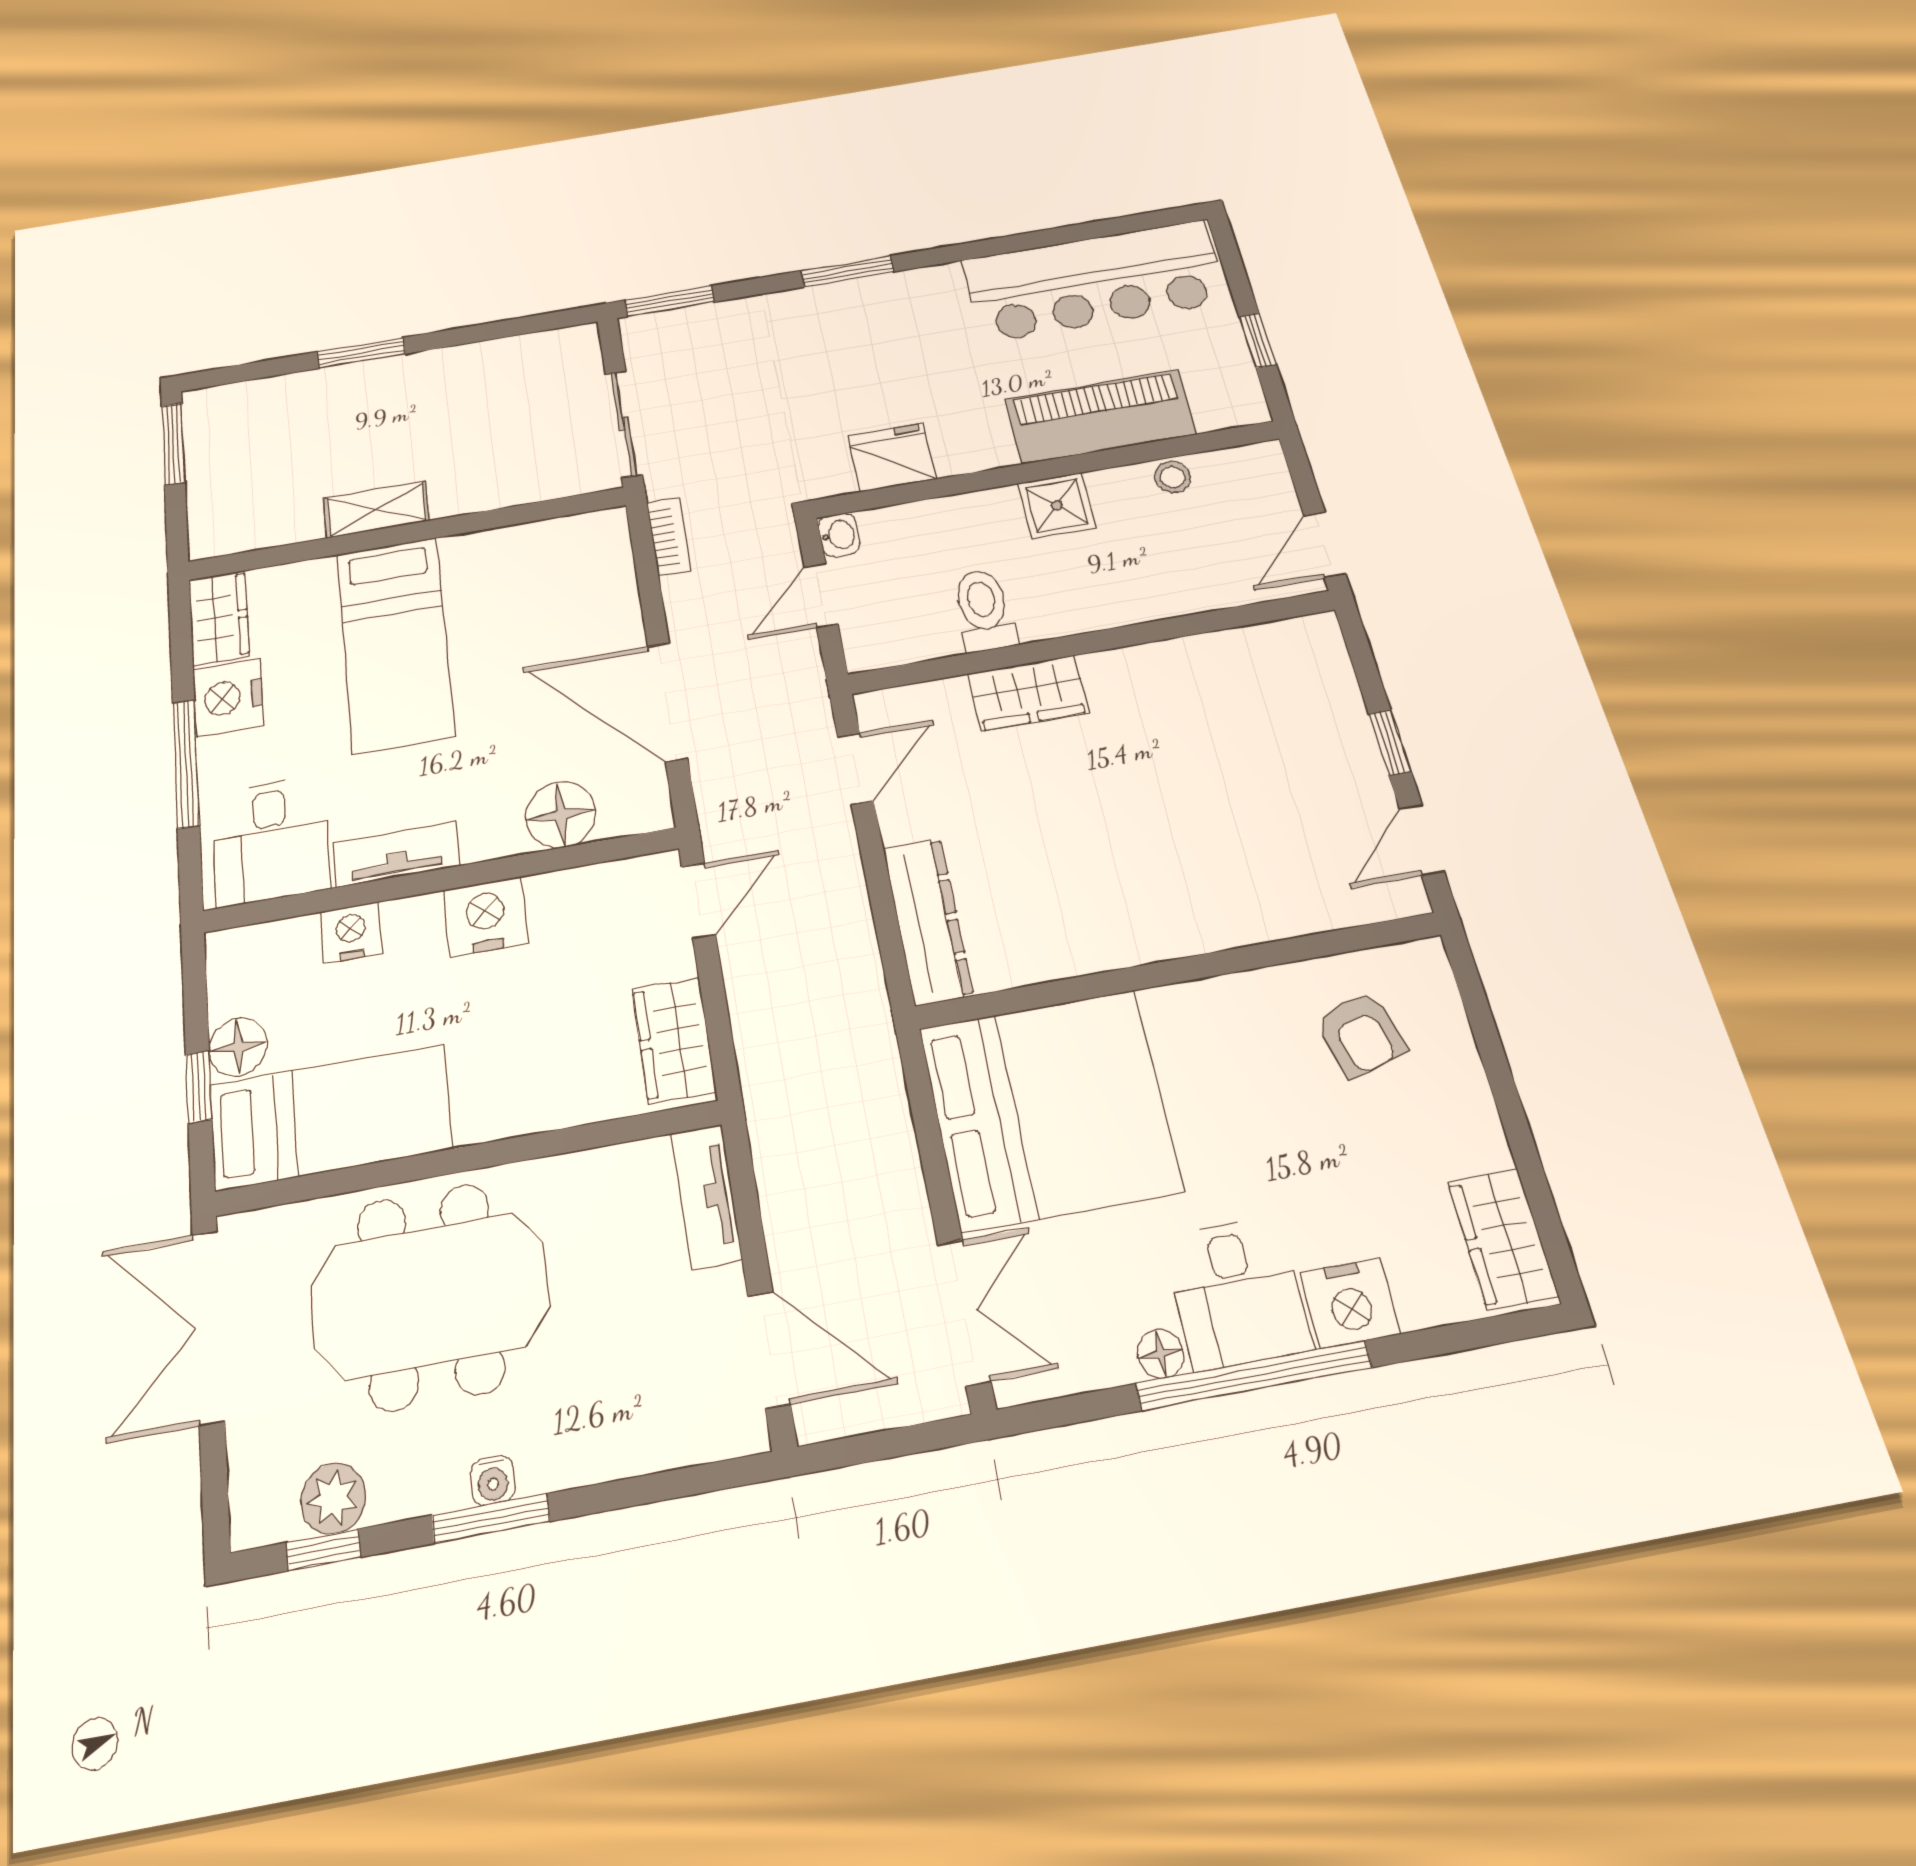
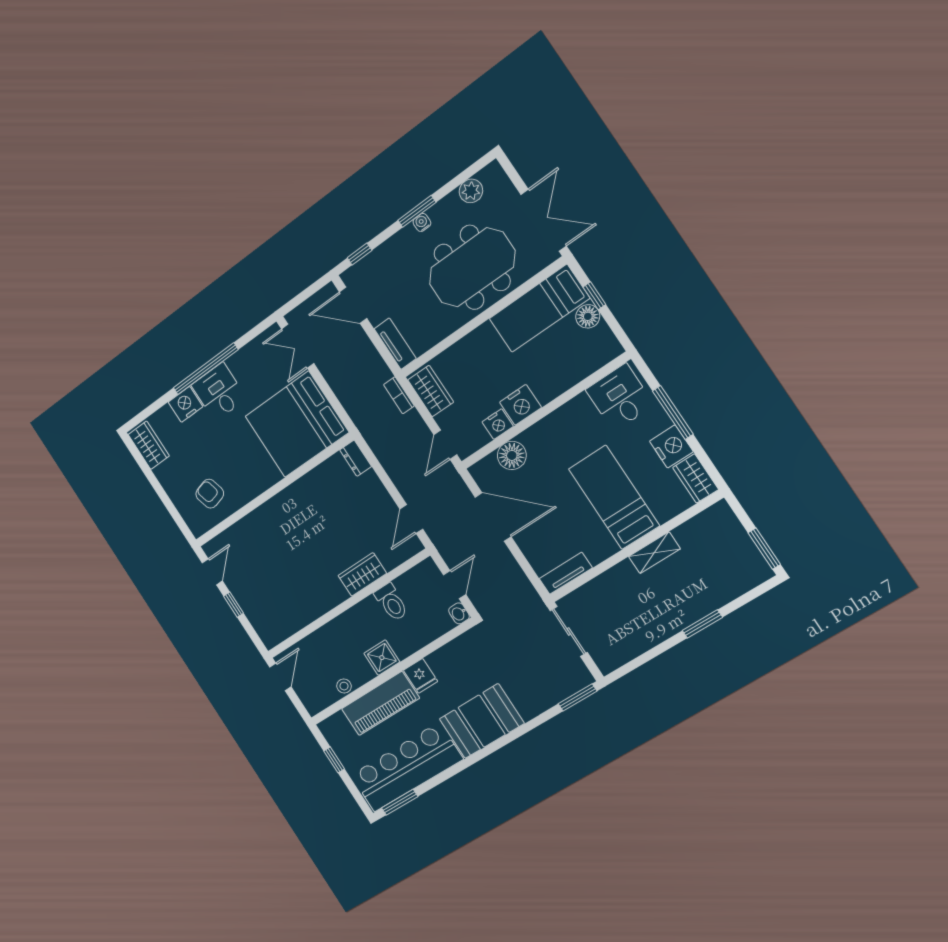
window: (847, 271) -> (400, 802), moved
booth: (889, 318) -> (482, 721), added
fridge: (892, 457) -> (421, 676), moved, width x0.72
bookcase: (669, 536) -> (399, 395), moved
tv unit: (396, 854) -> (566, 573), moved, turned 180
dresser: (928, 921) -> (356, 458), width x0.51, depth x0.80
nightstand: (351, 933) -> (498, 424), moved
floor lamp: (1161, 1354) -> (235, 362), removed
window: (323, 1550) -> (360, 254), moved

